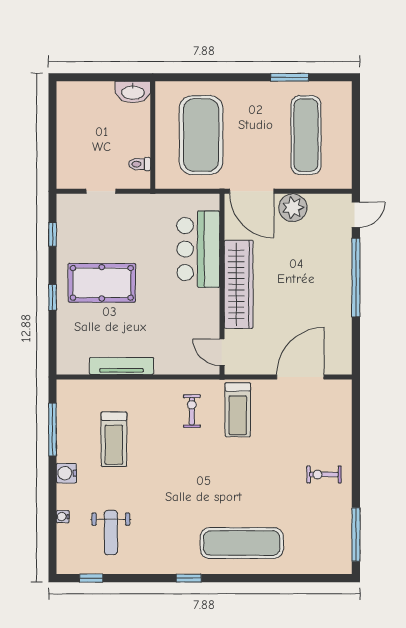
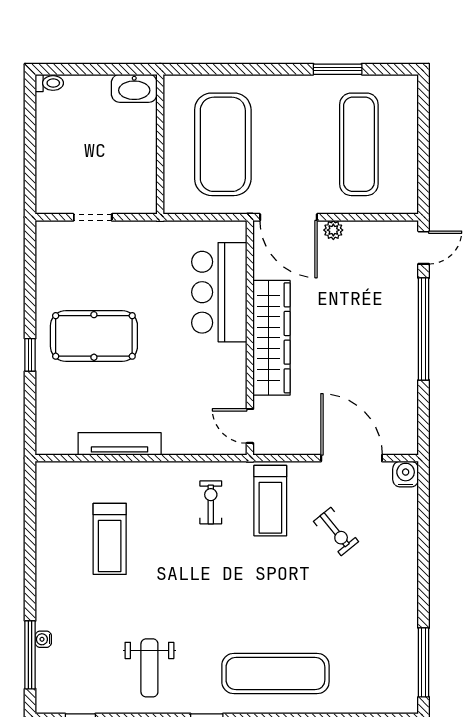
toilet: (140, 164) -> (49, 83), moved, turned 180
plant: (293, 208) -> (333, 230), width x0.53, depth x0.53
window: (53, 234) -> (30, 273), removed
door: (300, 377) -> (352, 458), hinge flipped
window: (53, 430) -> (30, 655), moved
water cooler: (66, 473) -> (406, 474), moved, turned 90
exercise bike: (324, 474) -> (336, 531), moved, turned -129
weight bench: (111, 533) -> (149, 668), moved

